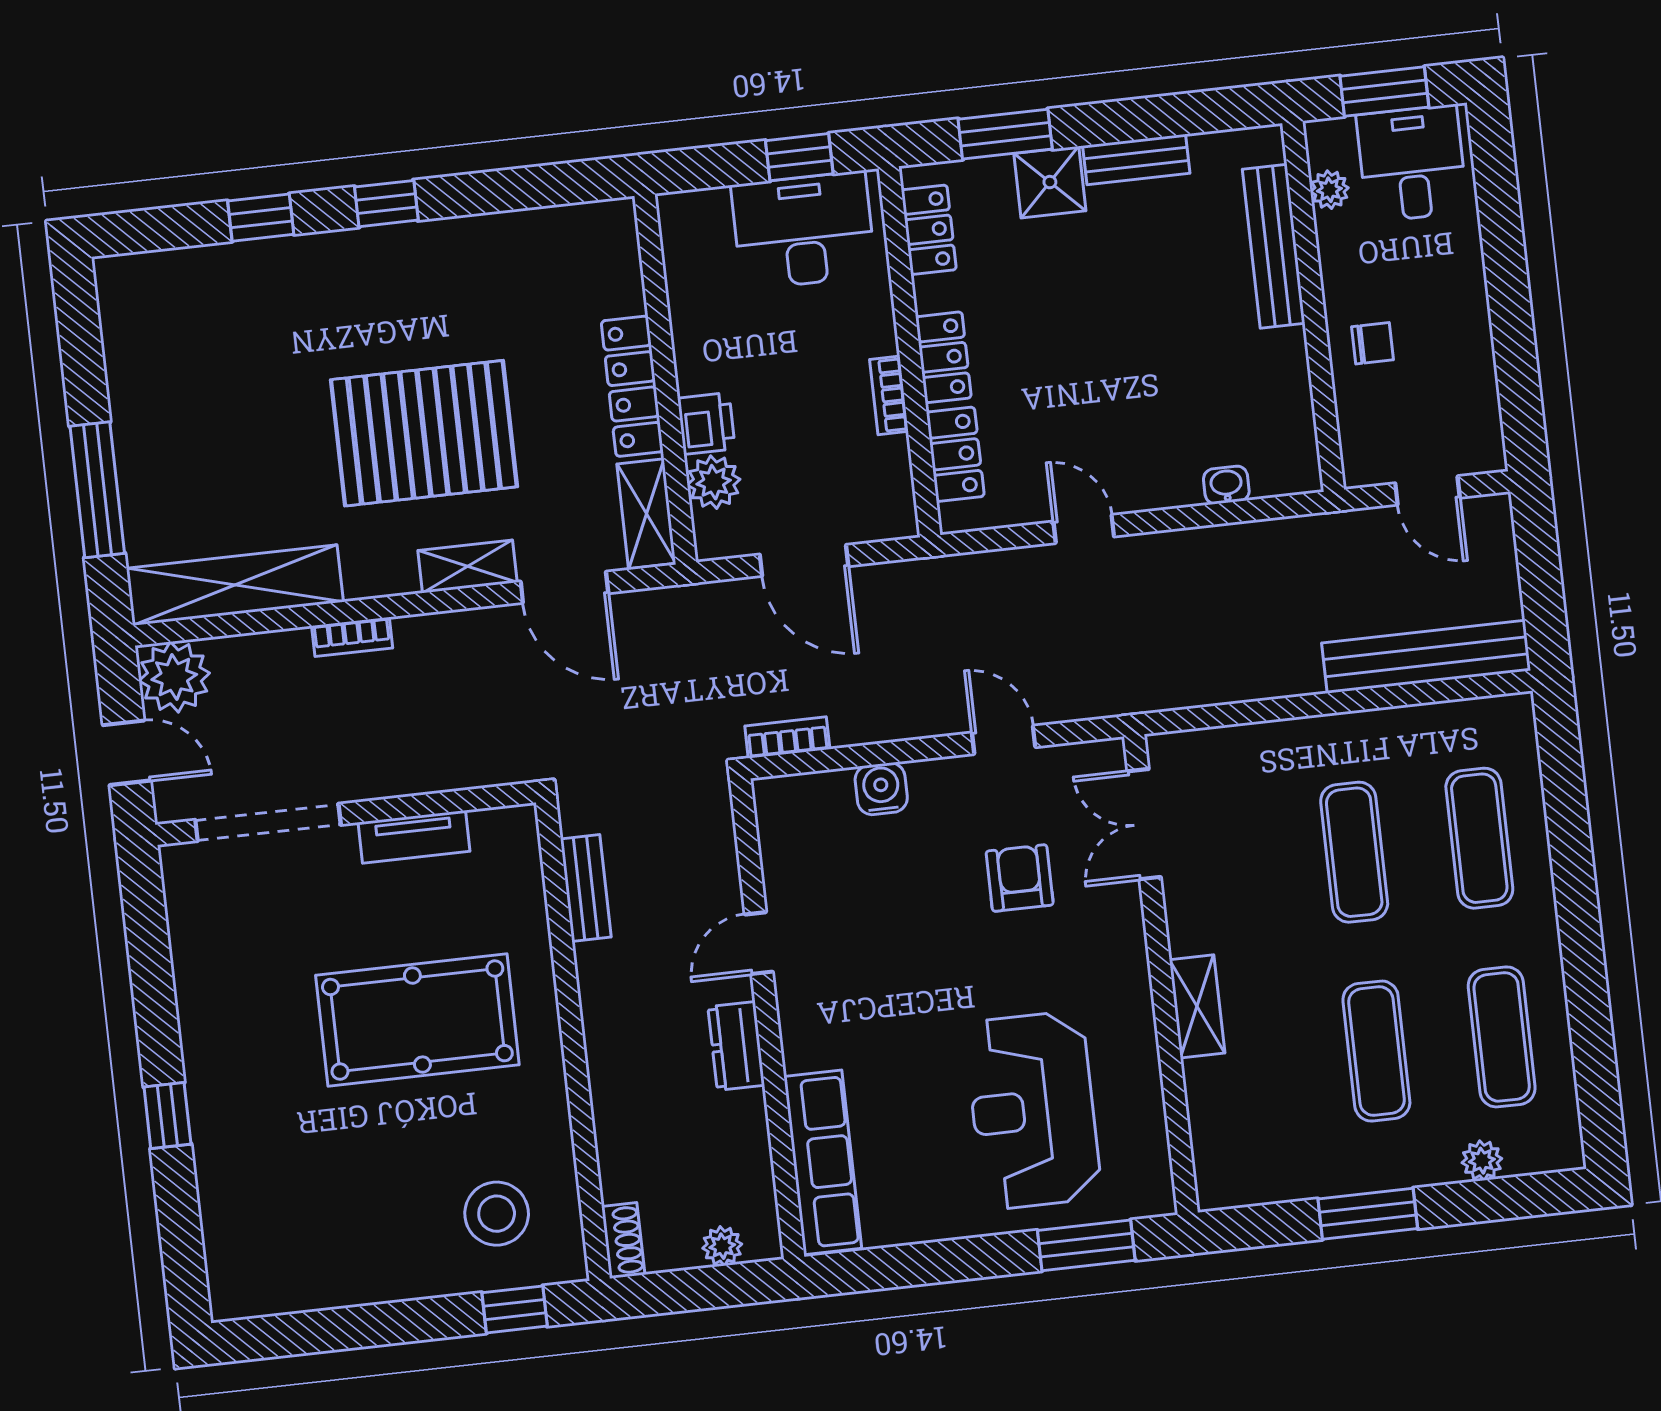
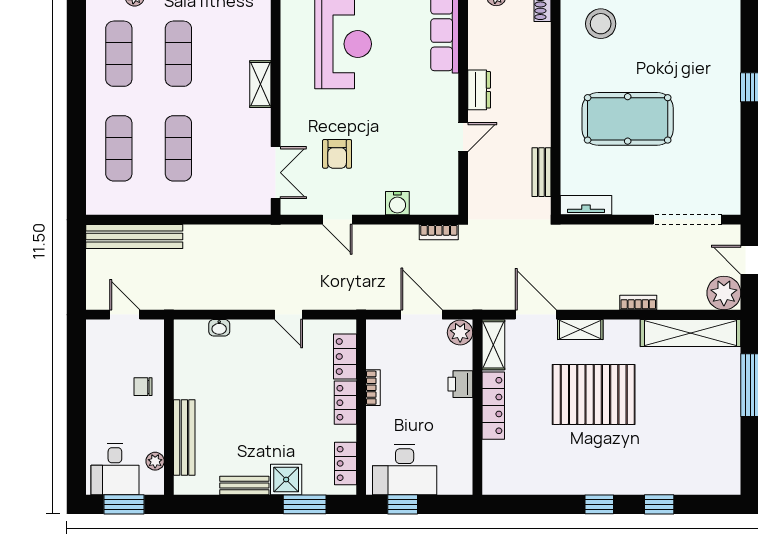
plant: (714, 482) -> (460, 333), moved
tv unit: (414, 837) -> (586, 205), moved

